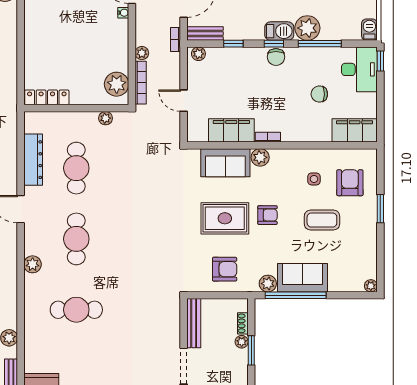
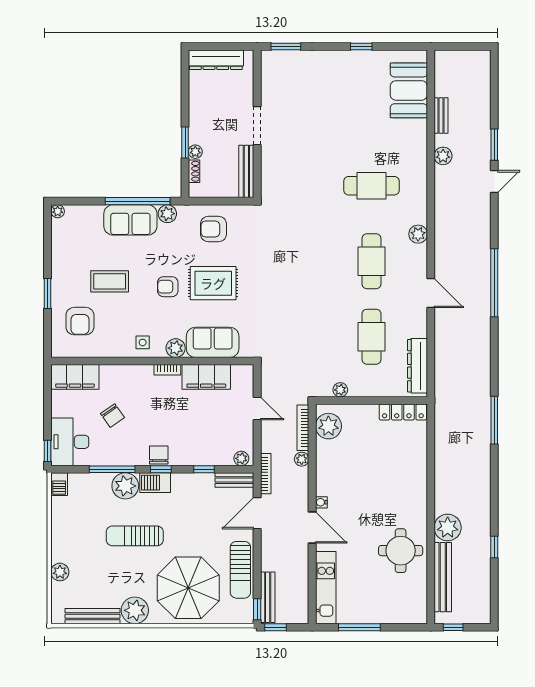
bookcase: (175, 40) -> (266, 474), width x1.56
chair: (319, 94) -> (112, 416), turned 55
dresser: (33, 160) -> (417, 366), moved
side table: (314, 179) -> (143, 342), moved

